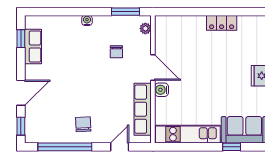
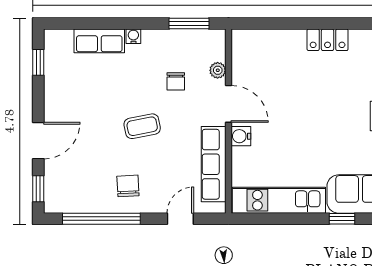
plant: (145, 28) -> (218, 70), moved
row of seats: (33, 46) -> (99, 41), moved, turned 90
coffee table: (93, 83) -> (142, 126), added

